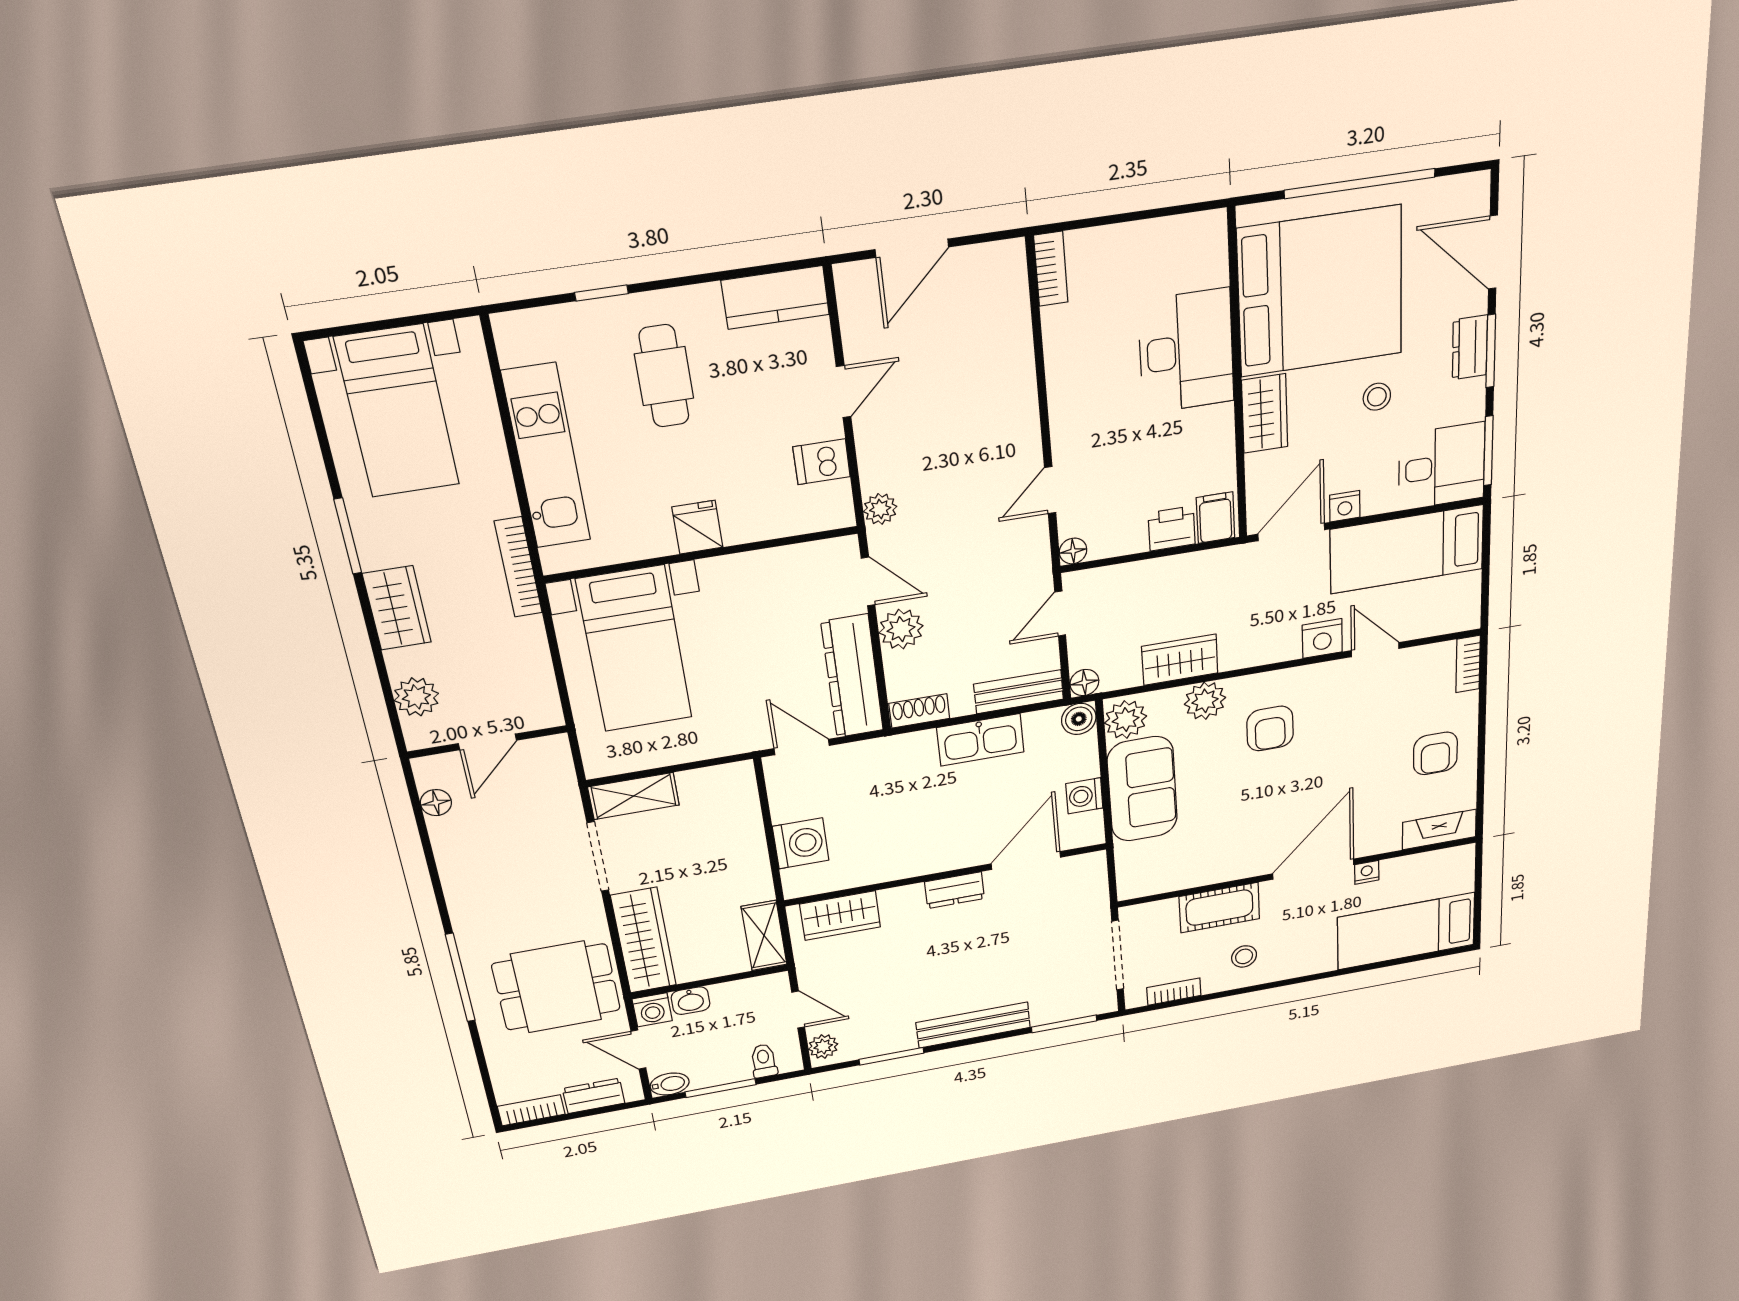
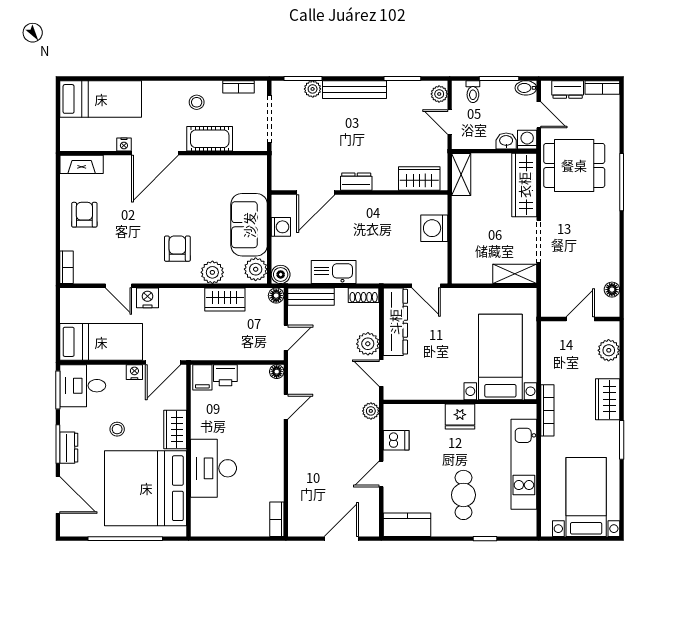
fridge: (697, 527) -> (460, 417), width x1.38
plant: (1046, 1012) -> (313, 89), added

